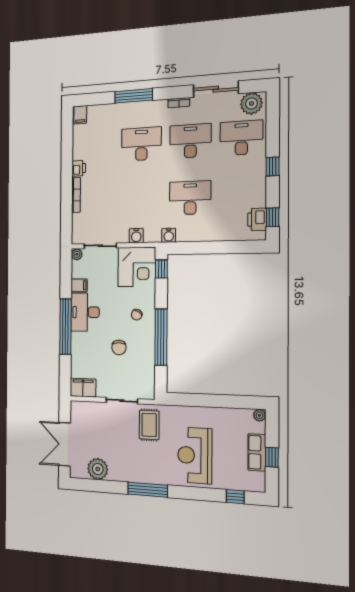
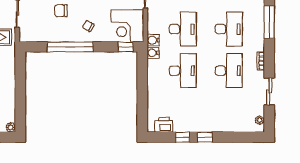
sliding door: (216, 89) -> (269, 91), width x0.73
plant: (251, 103) -> (260, 120), width x0.53, depth x0.53
desk: (241, 138) -> (183, 29), moved
window: (273, 217) -> (183, 137), moved
water cooler: (136, 236) -> (153, 40), moved

